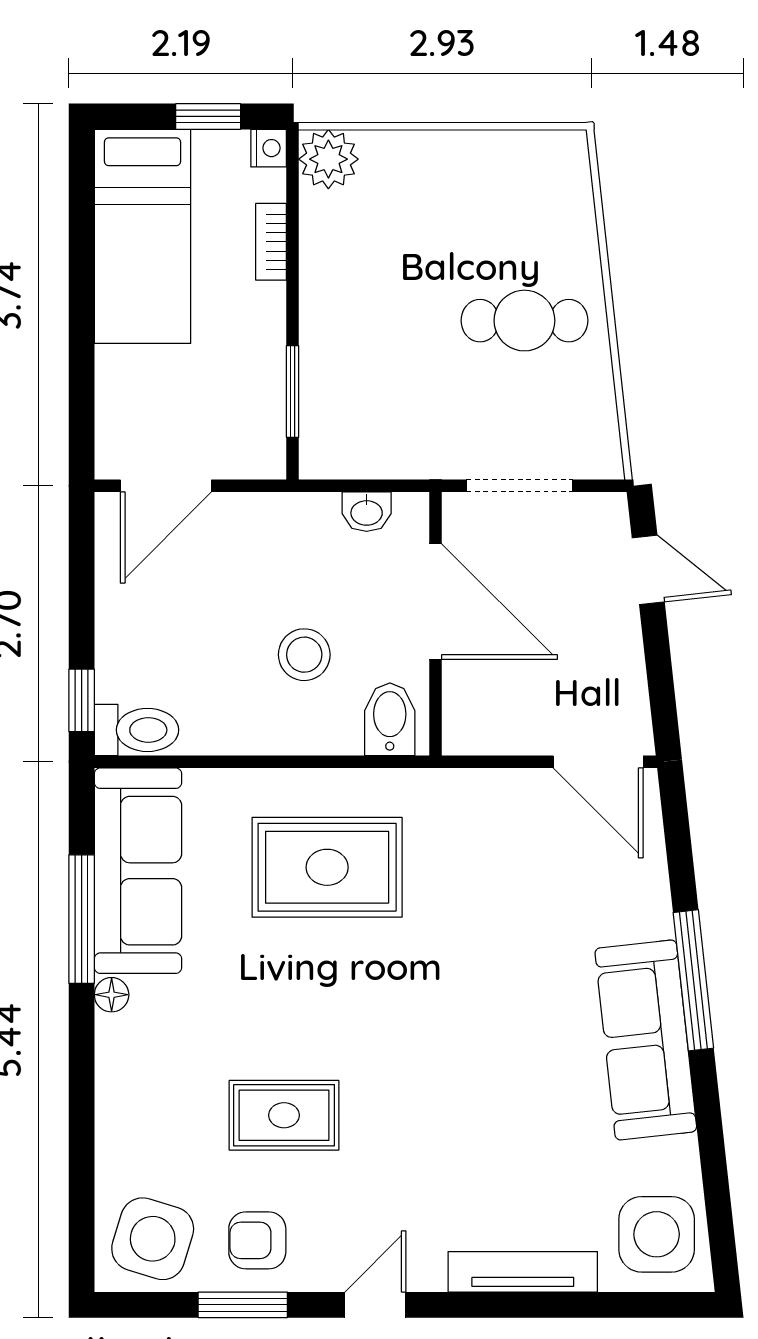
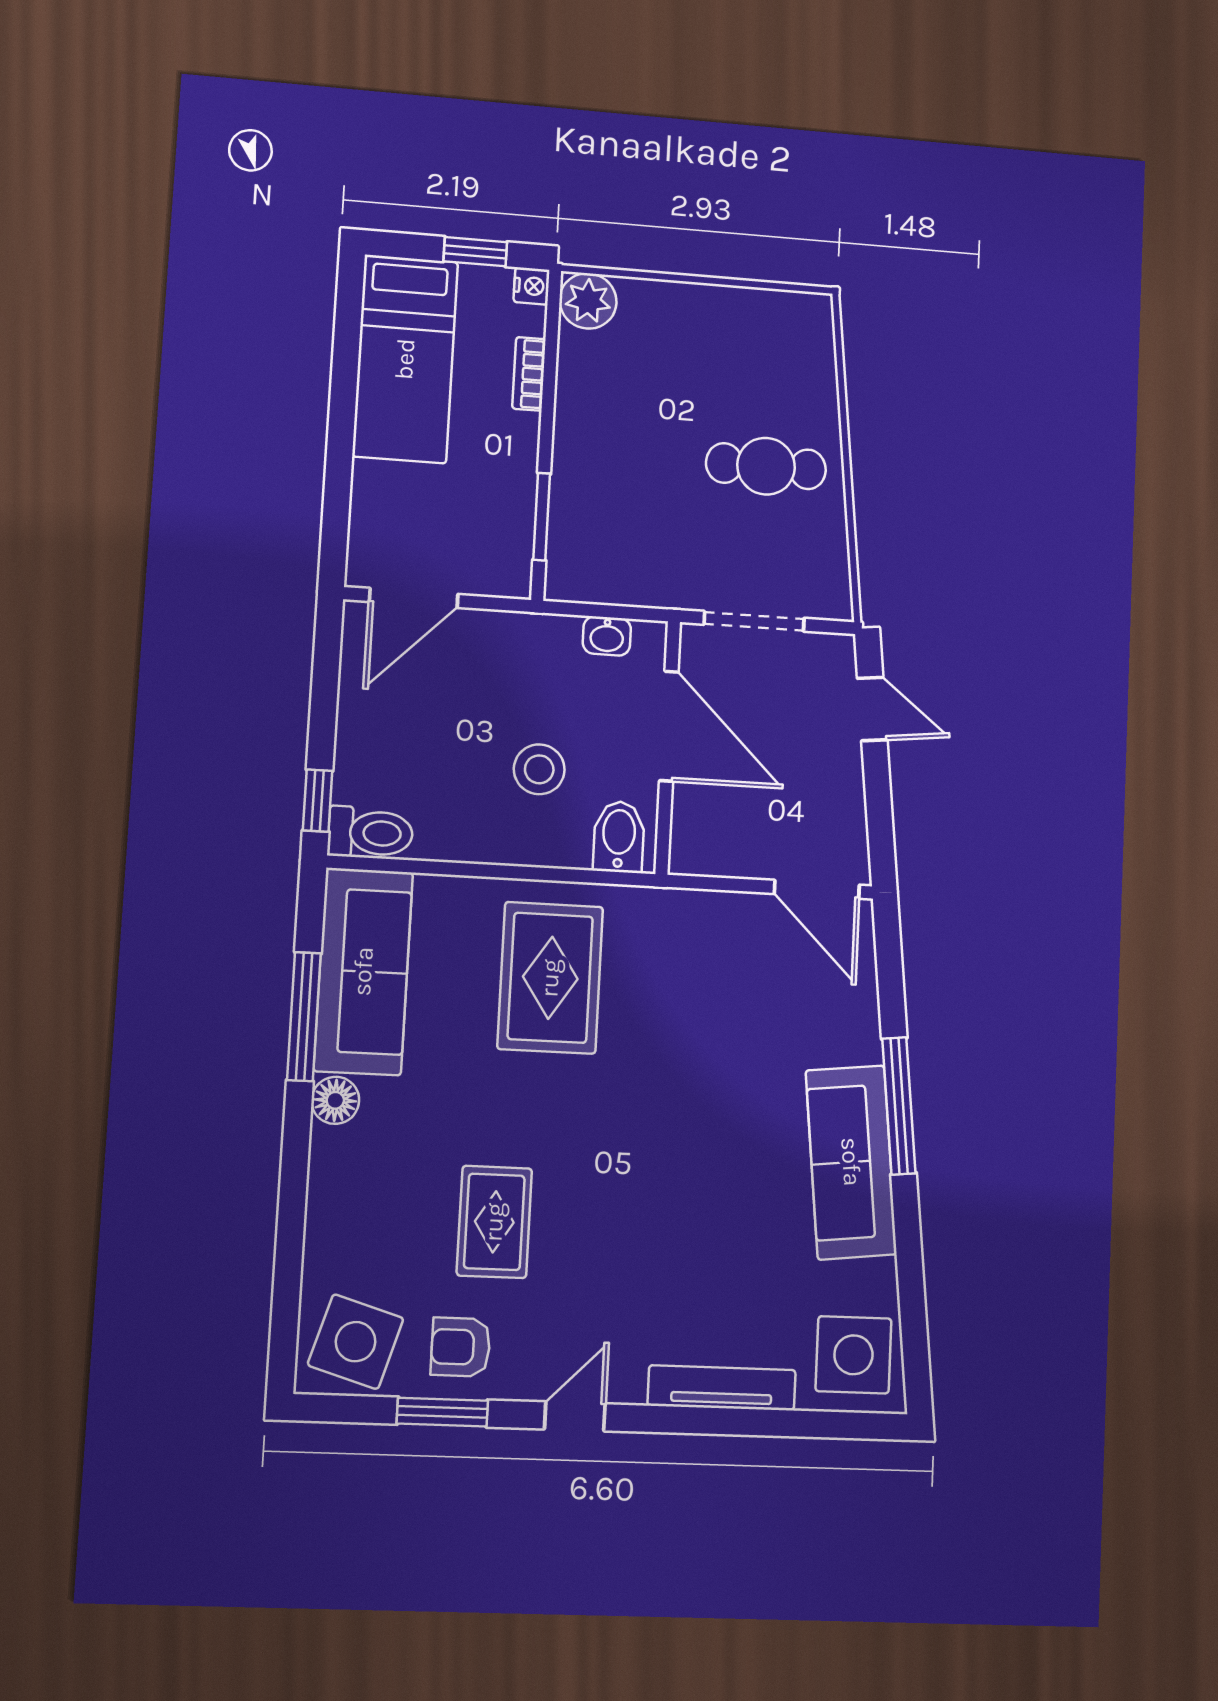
rug: (327, 867) -> (550, 978), turned 90
floor lamp: (112, 995) -> (335, 1100), width x1.37, depth x1.37
rug: (284, 1115) -> (494, 1222), turned 90

